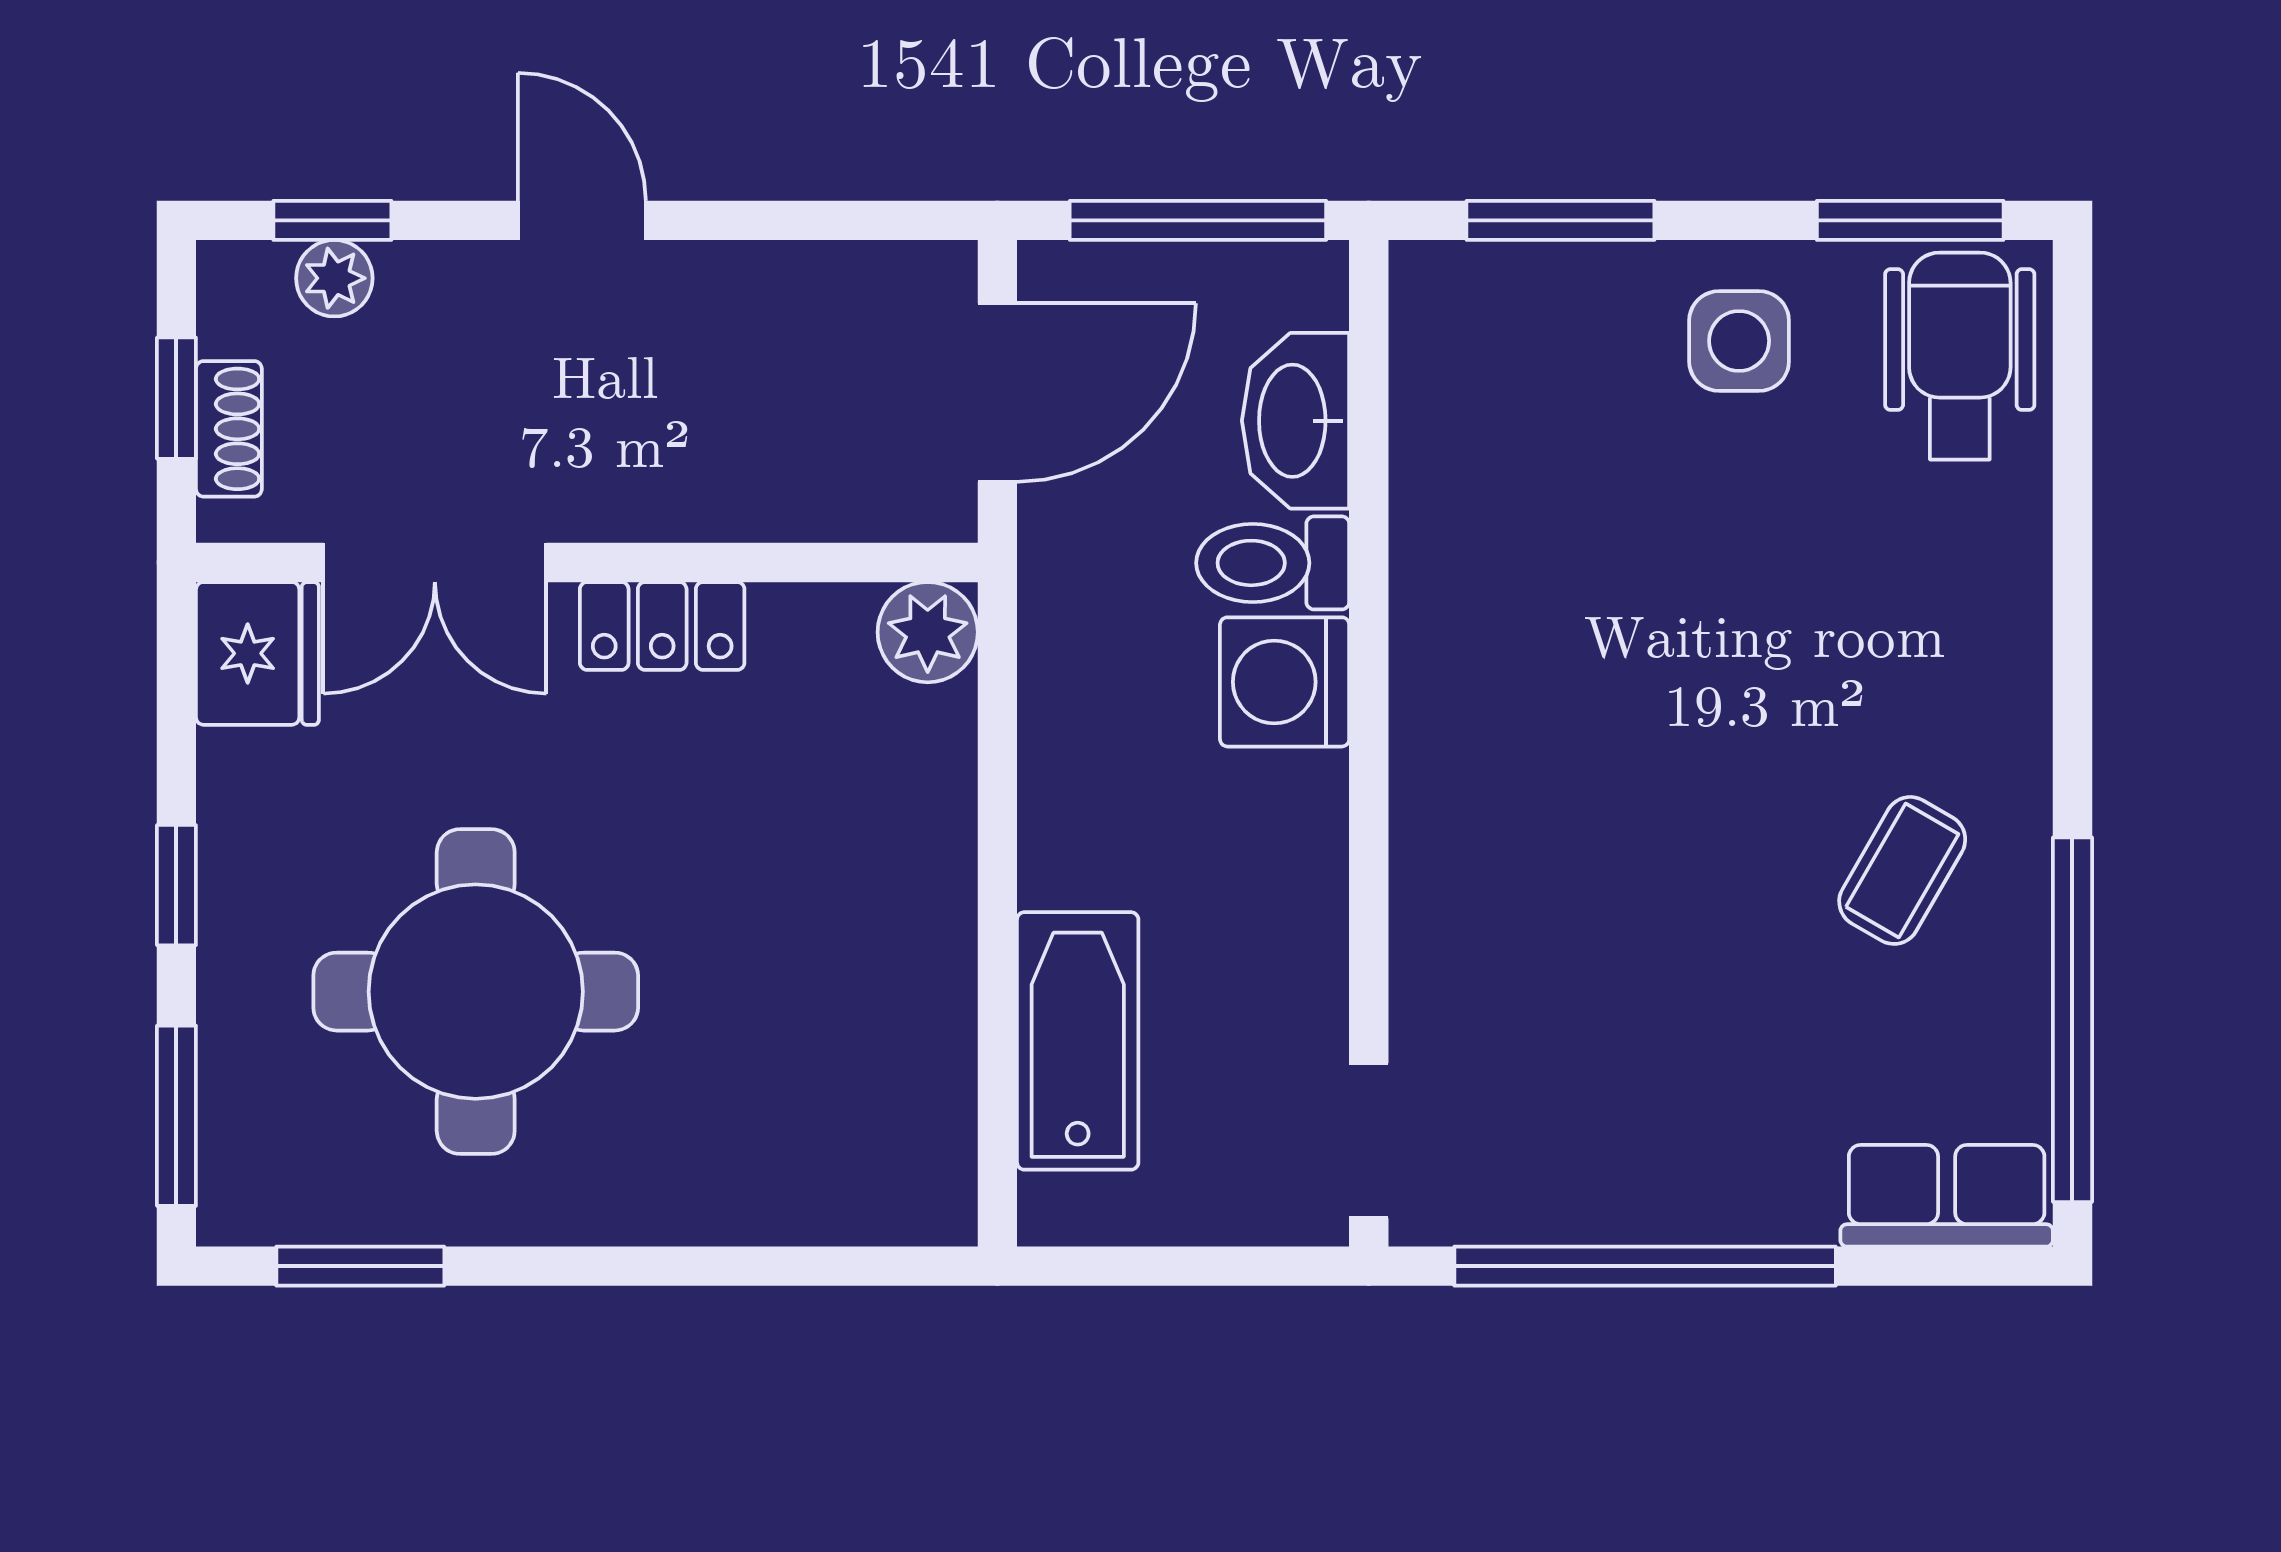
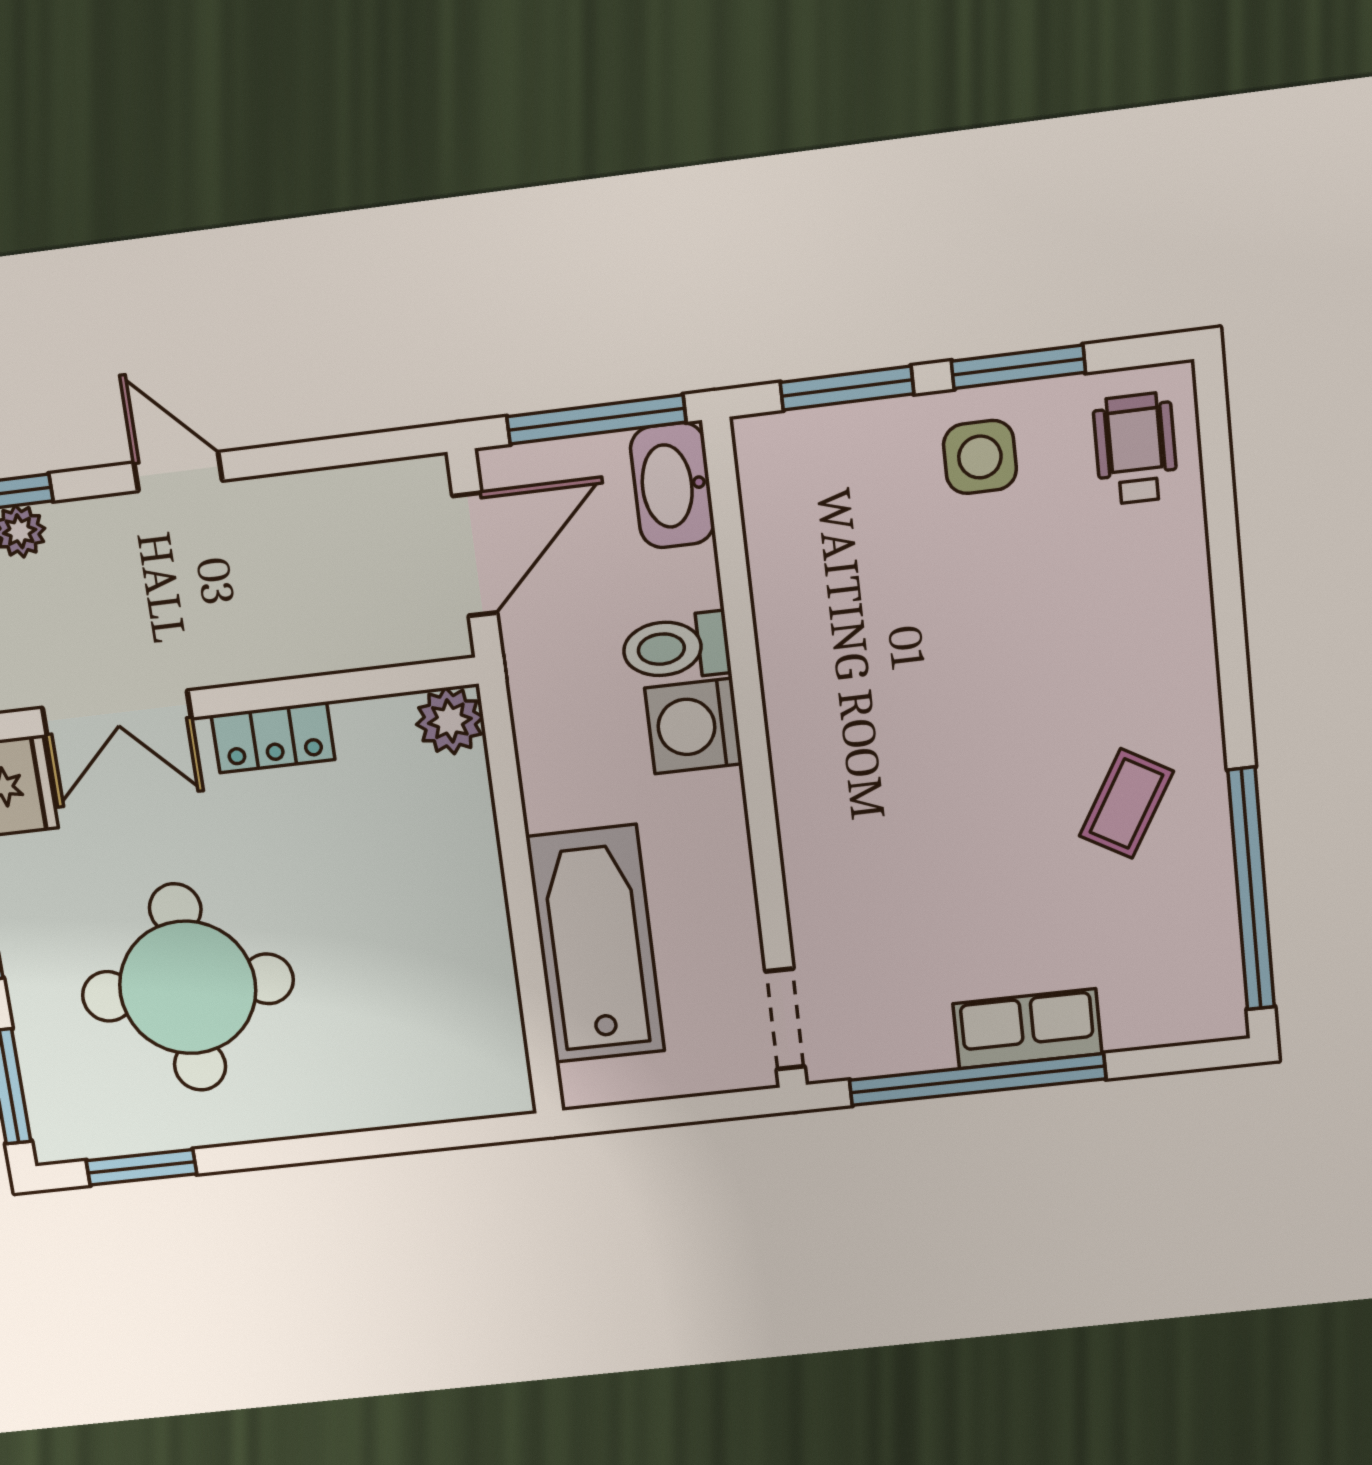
window: (1910, 220) -> (1018, 367), moved
wheelchair: (1960, 356) -> (1135, 449), width x0.73, depth x0.73
washbasin: (1296, 421) -> (672, 485), moved
bathtub: (1078, 1041) -> (596, 944), width x1.36, depth x1.36
row of seats: (1947, 1196) -> (1027, 1029), moved

